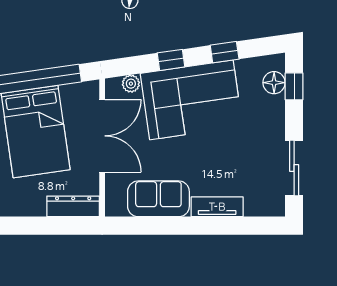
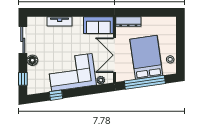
window: (171, 60) -> (82, 91), removed
floor lamp: (274, 83) -> (32, 60), moved
sofa: (158, 199) -> (98, 25), moved

